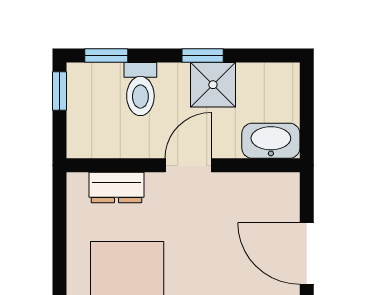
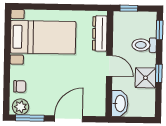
window: (60, 91) -> (129, 8), moved
dresser: (117, 188) -> (100, 33), width x1.44

